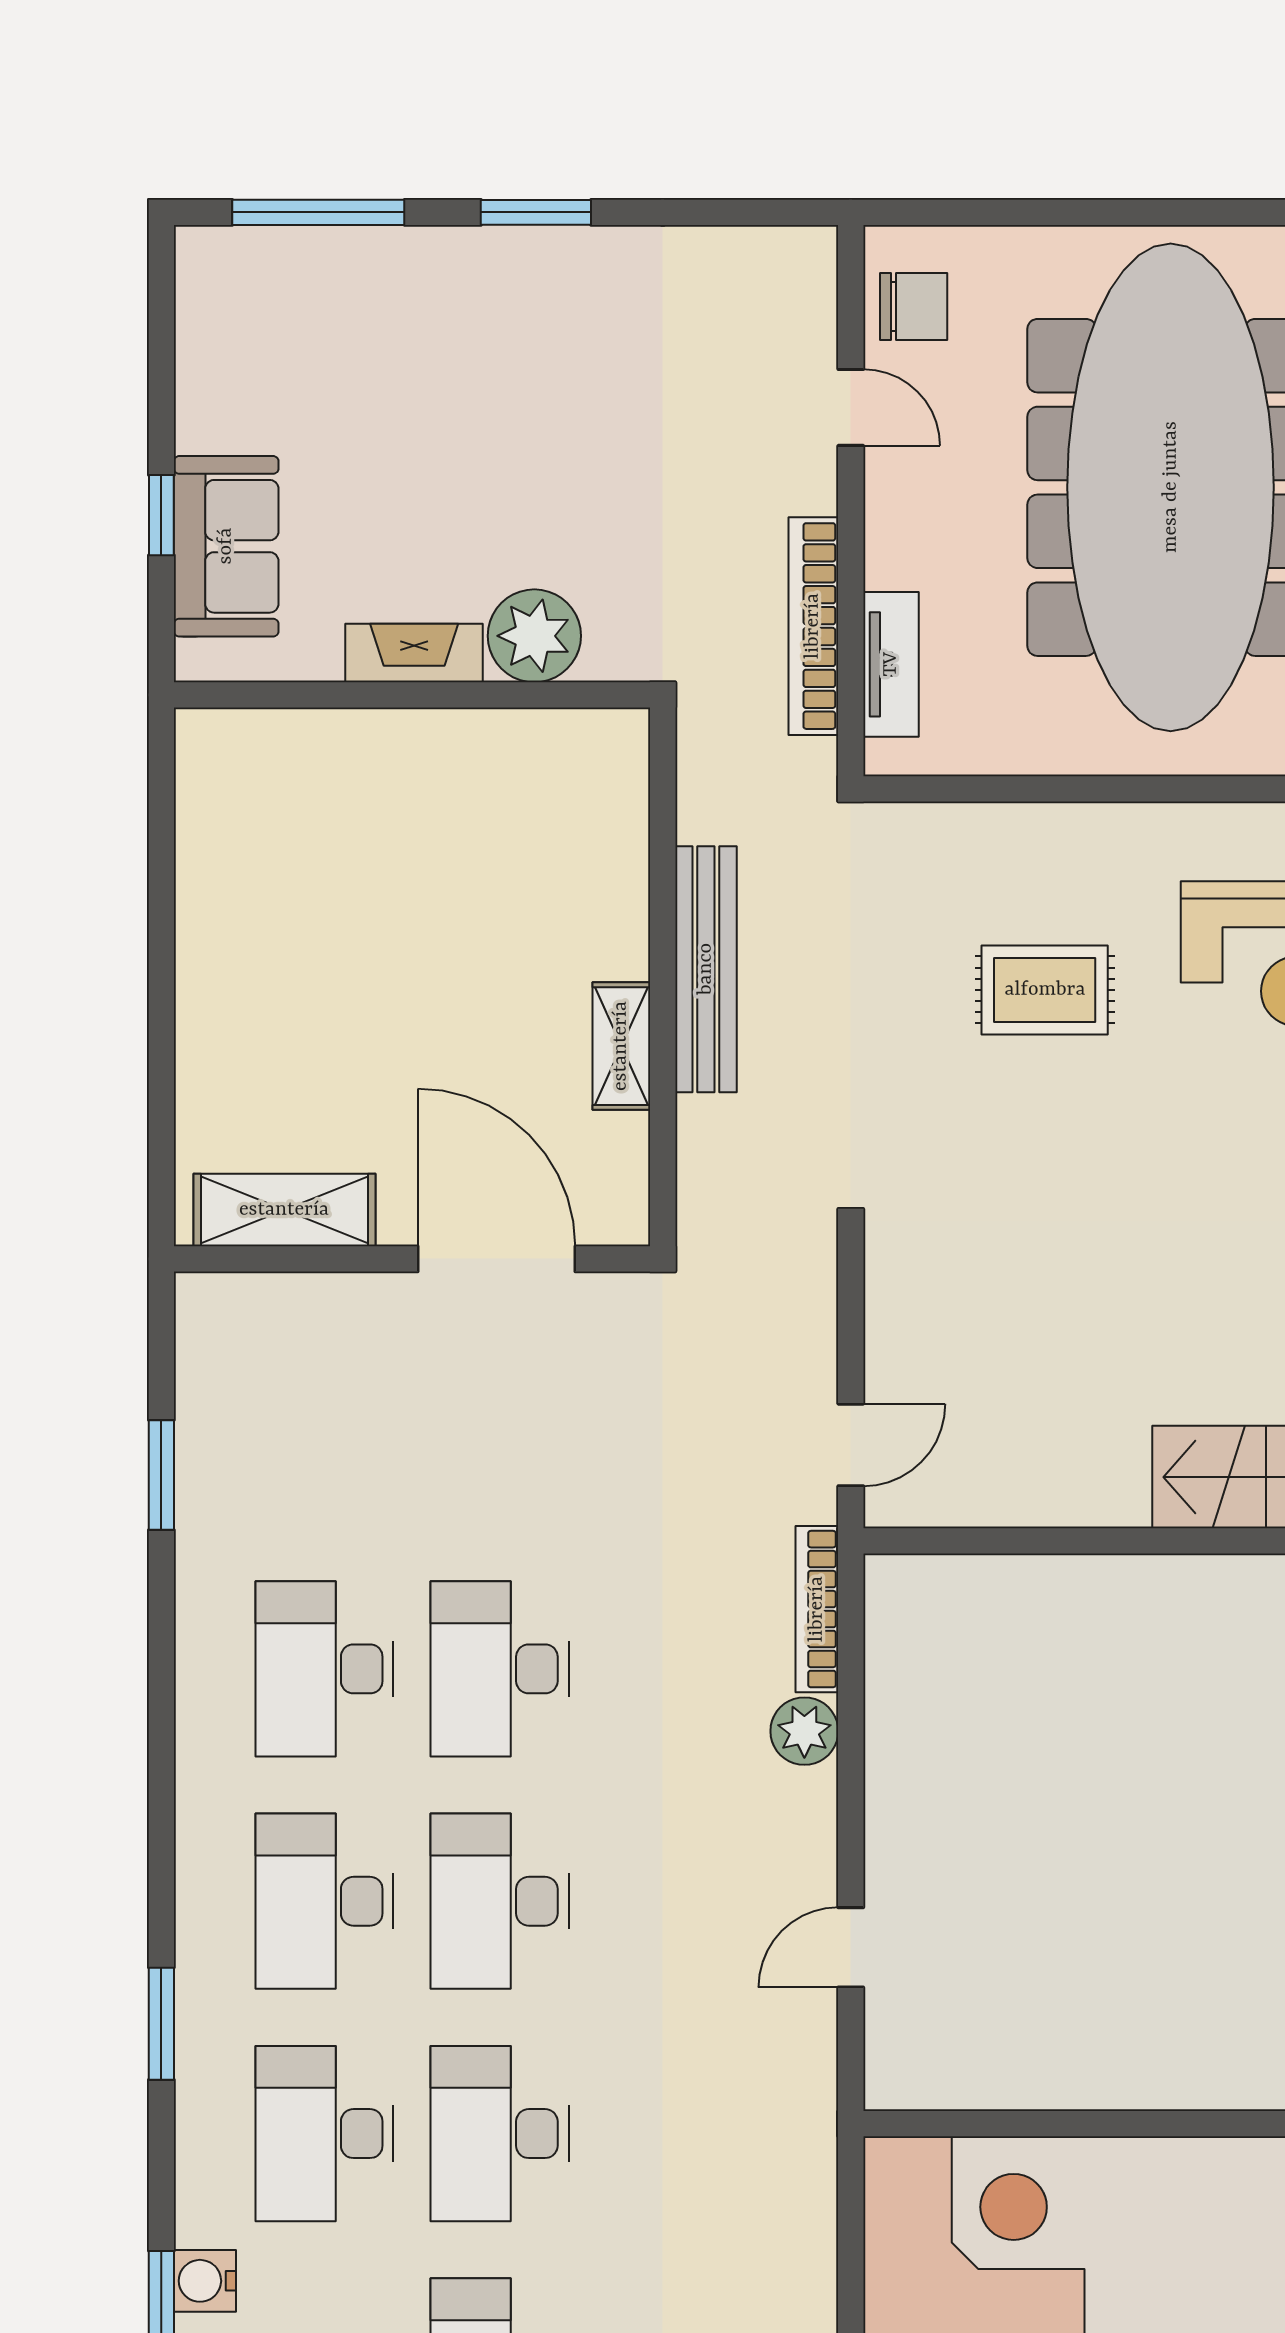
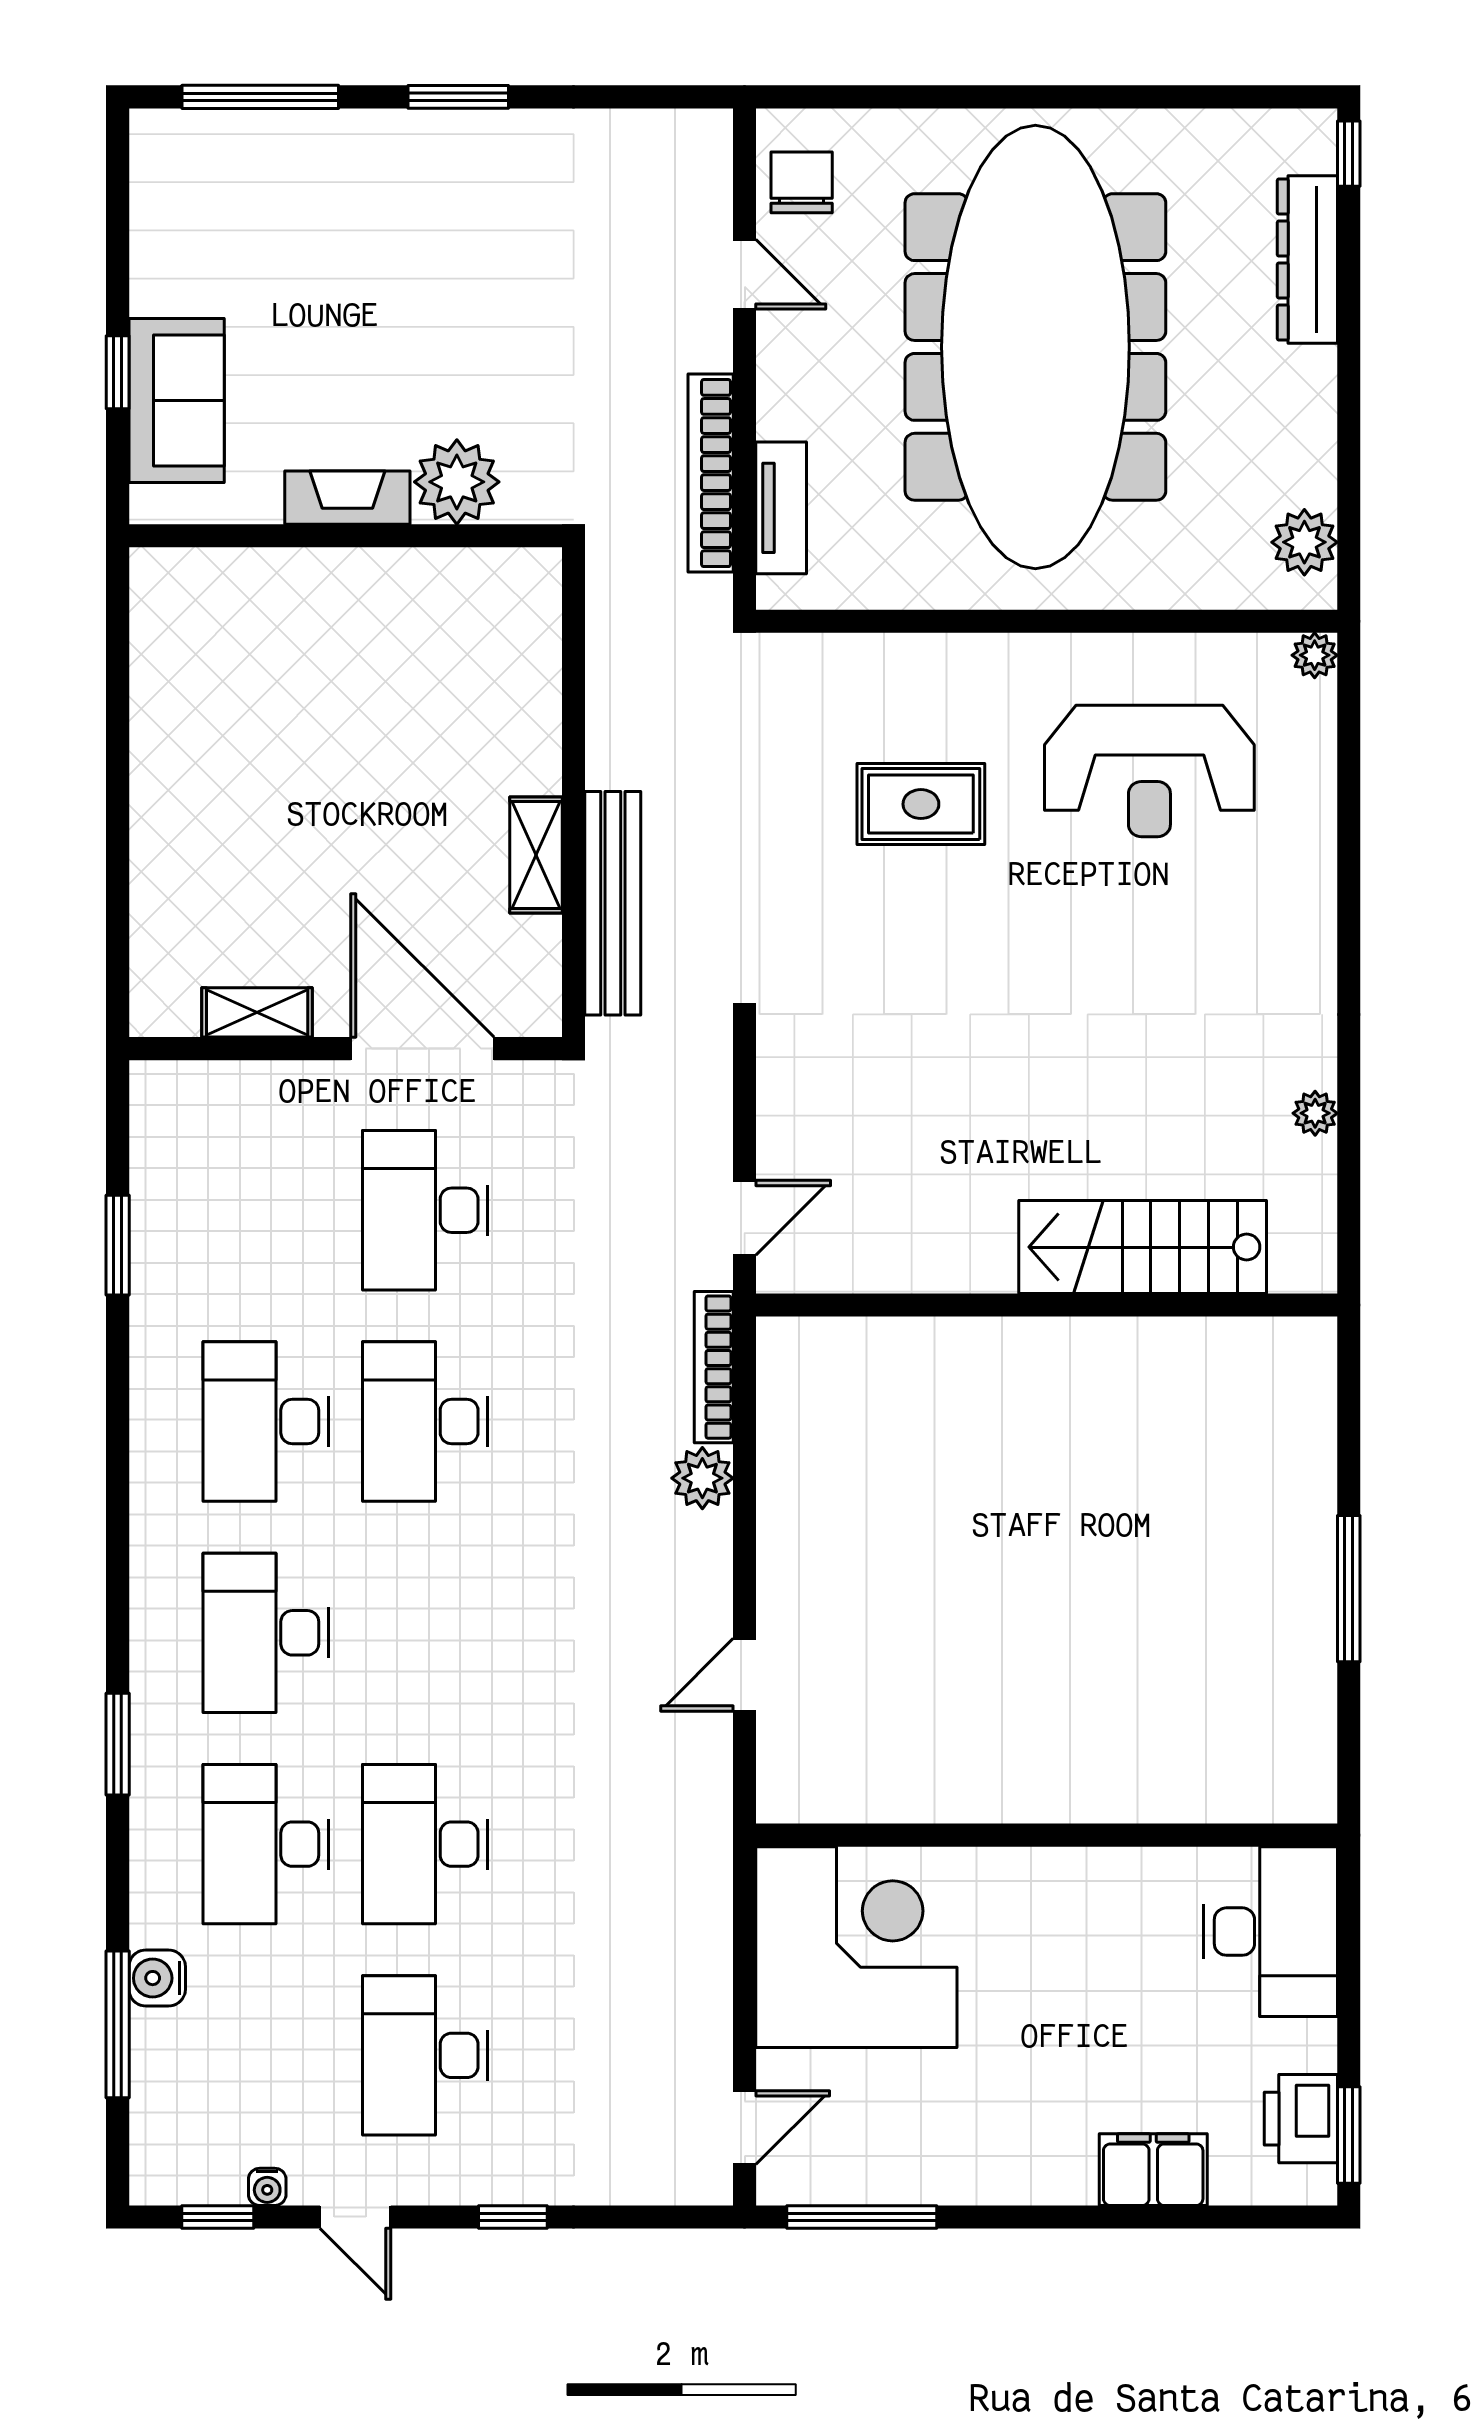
chair: (914, 306) -> (802, 182), turned -90
bench: (706, 969) -> (613, 903), moved
shelving: (284, 1210) -> (257, 1012), width x0.67, depth x0.75
desk: (500, 1901) -> (425, 1210), moved

